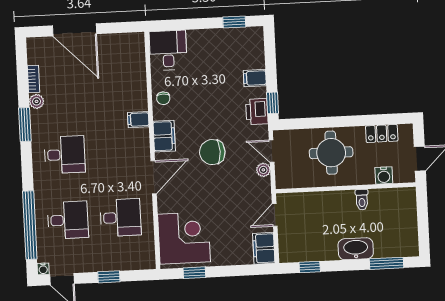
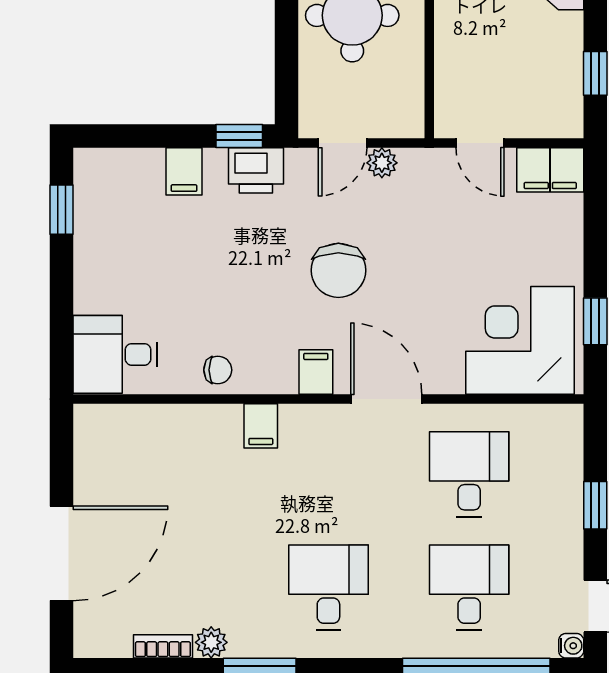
filing cabinet: (164, 136) -> (316, 372), width x0.50

